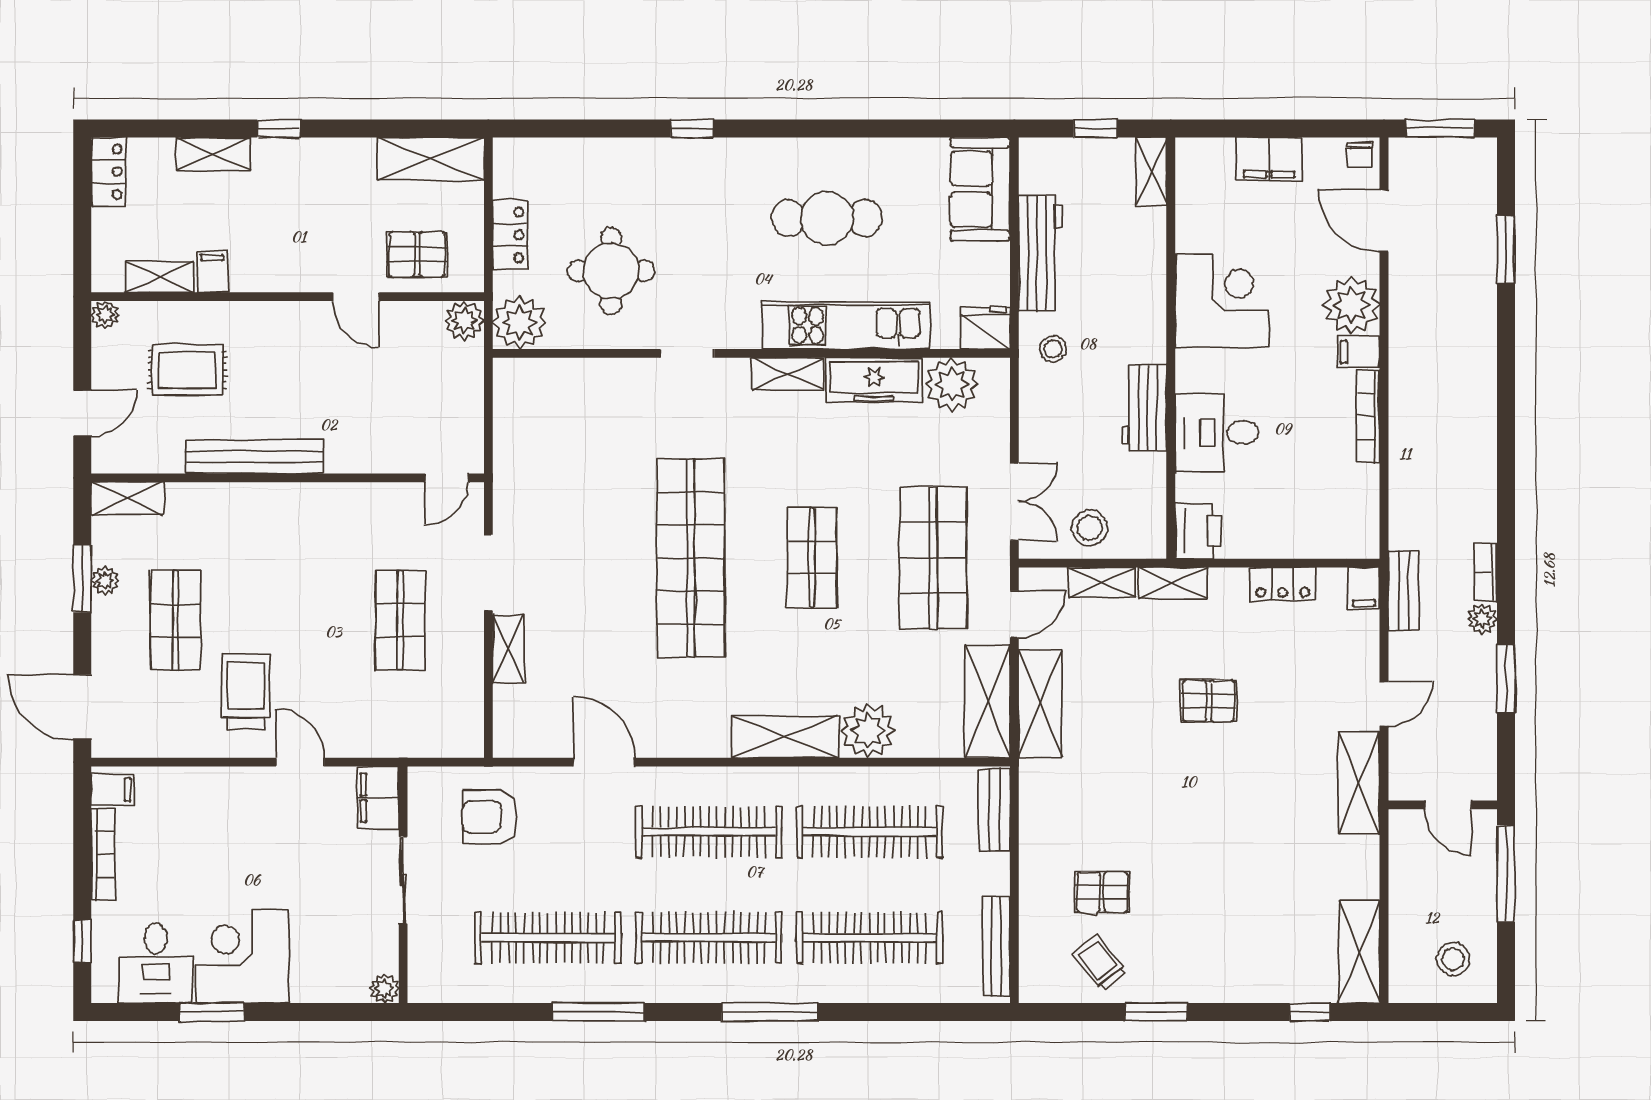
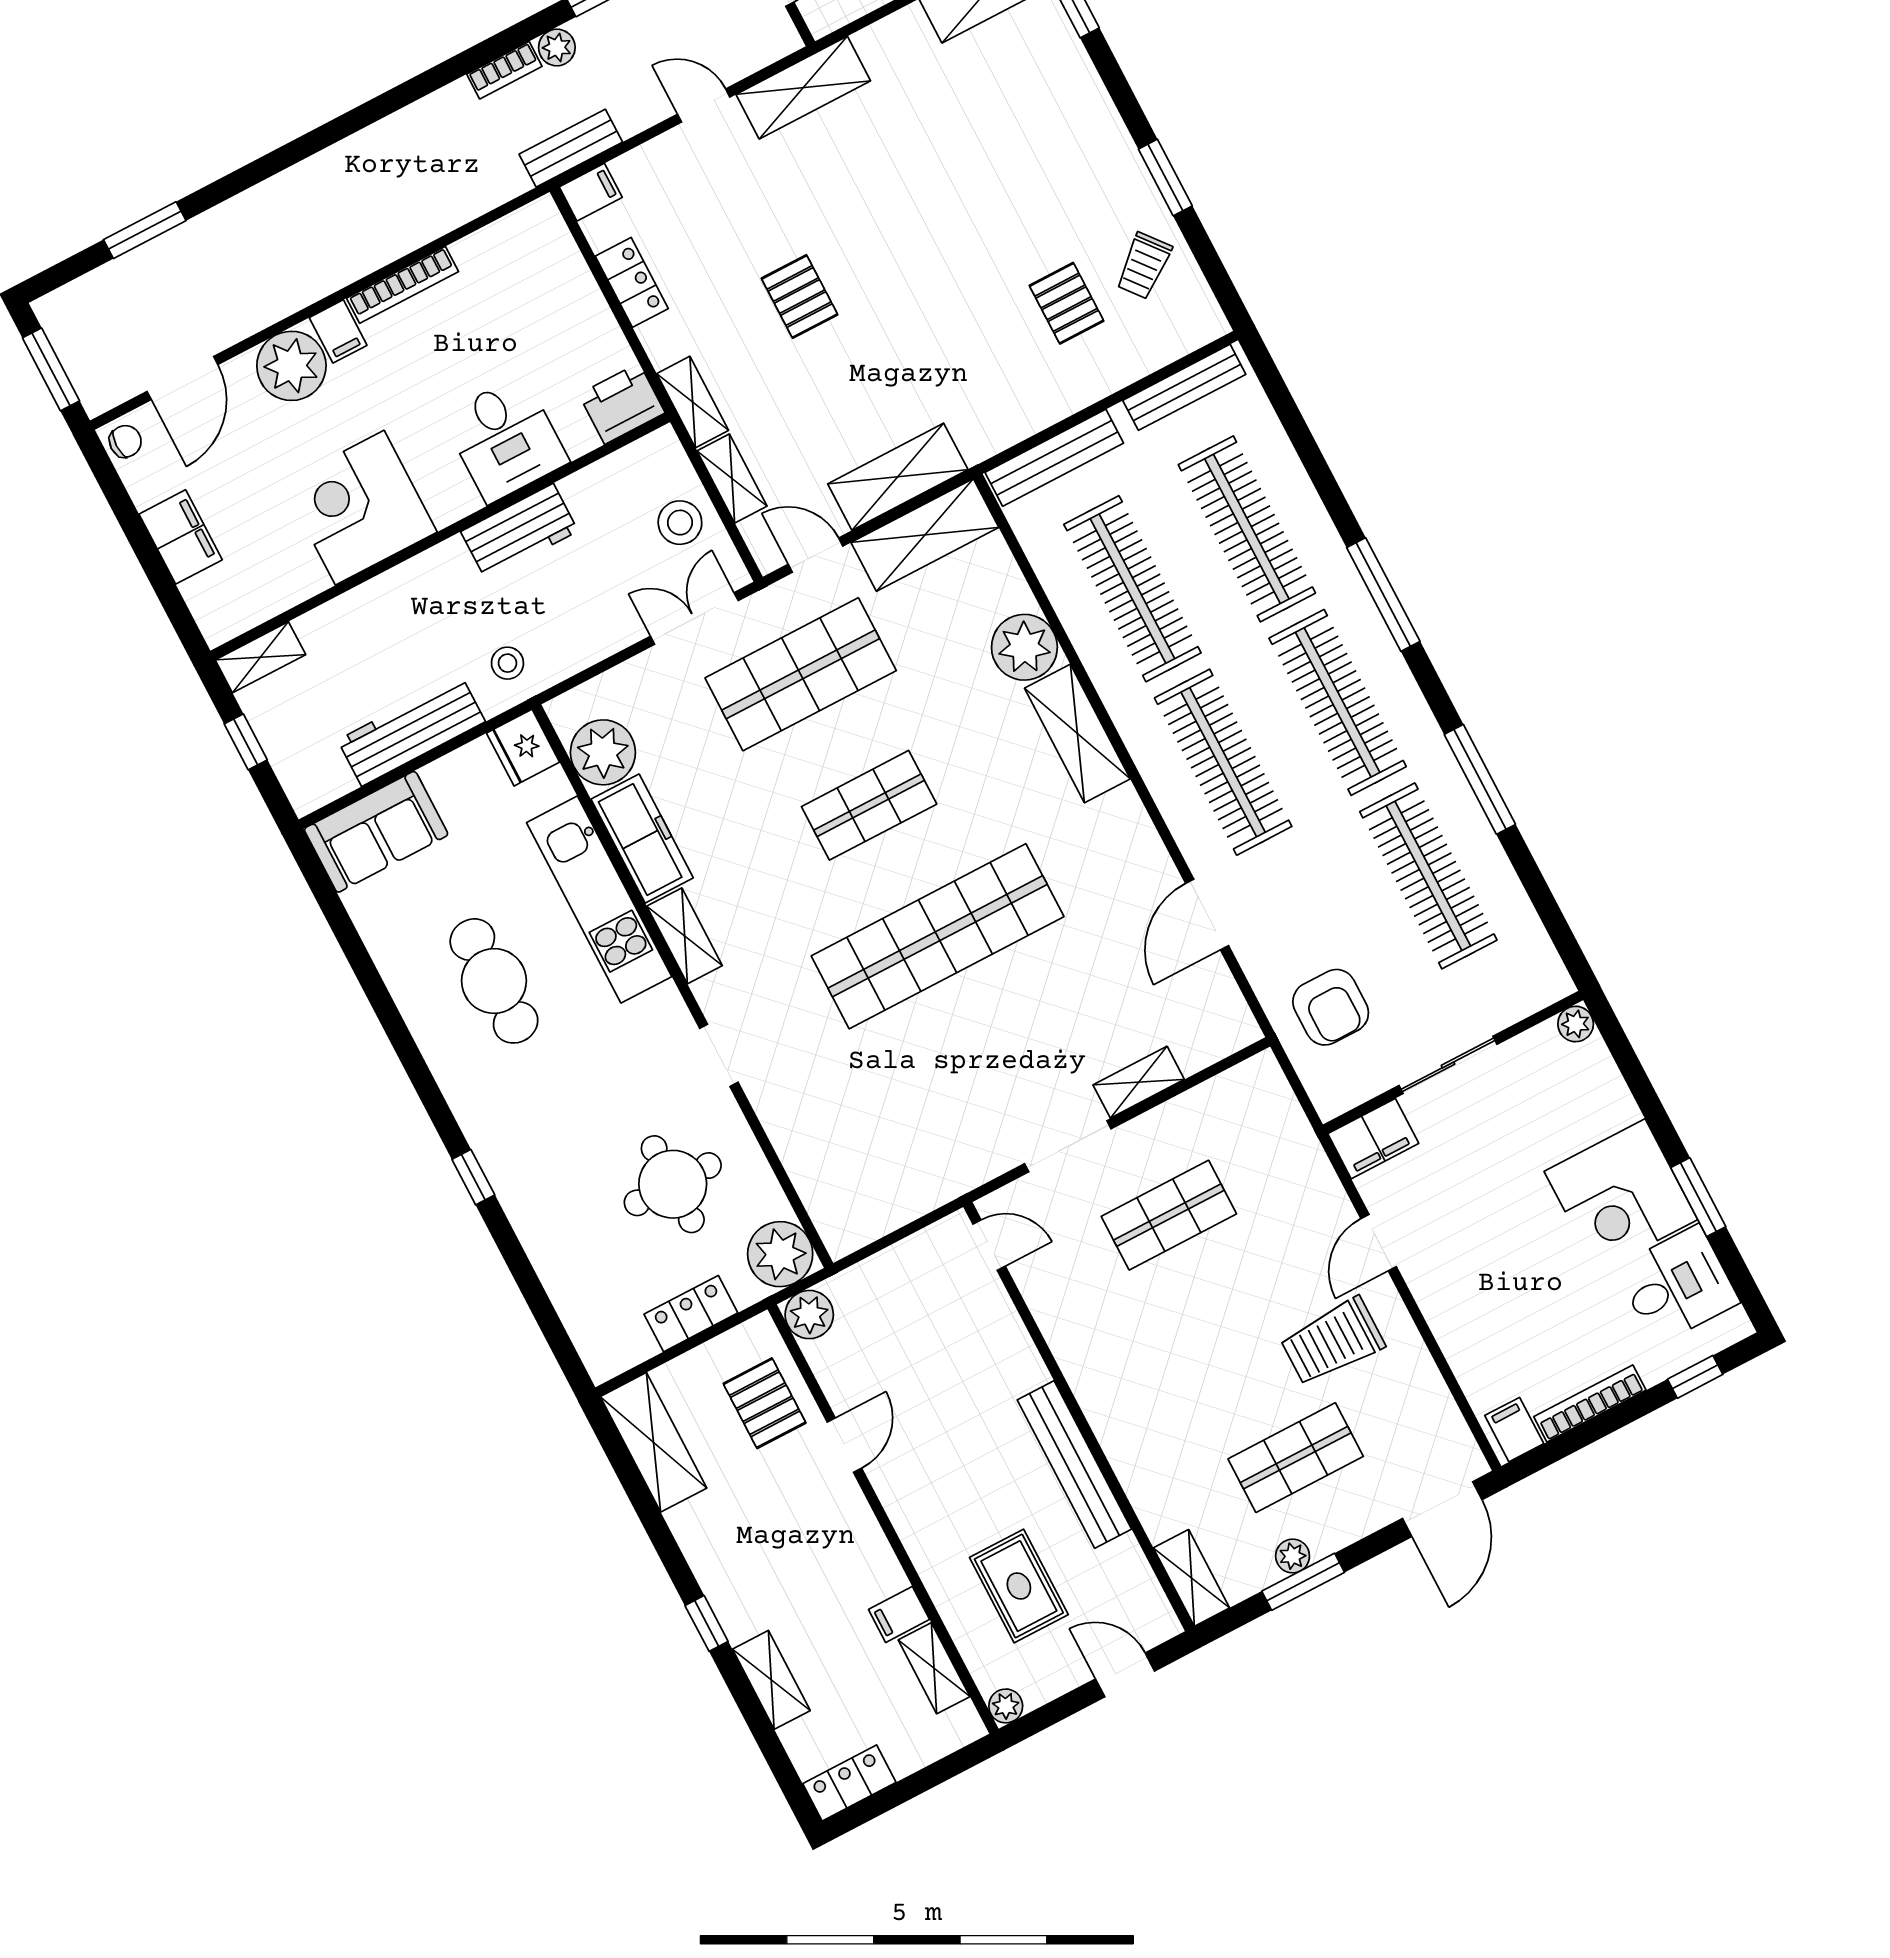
bench: (994, 810) -> (1054, 458), width x1.36

